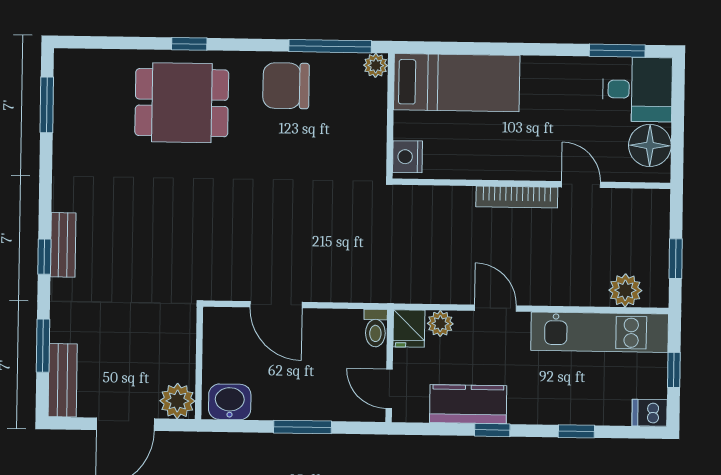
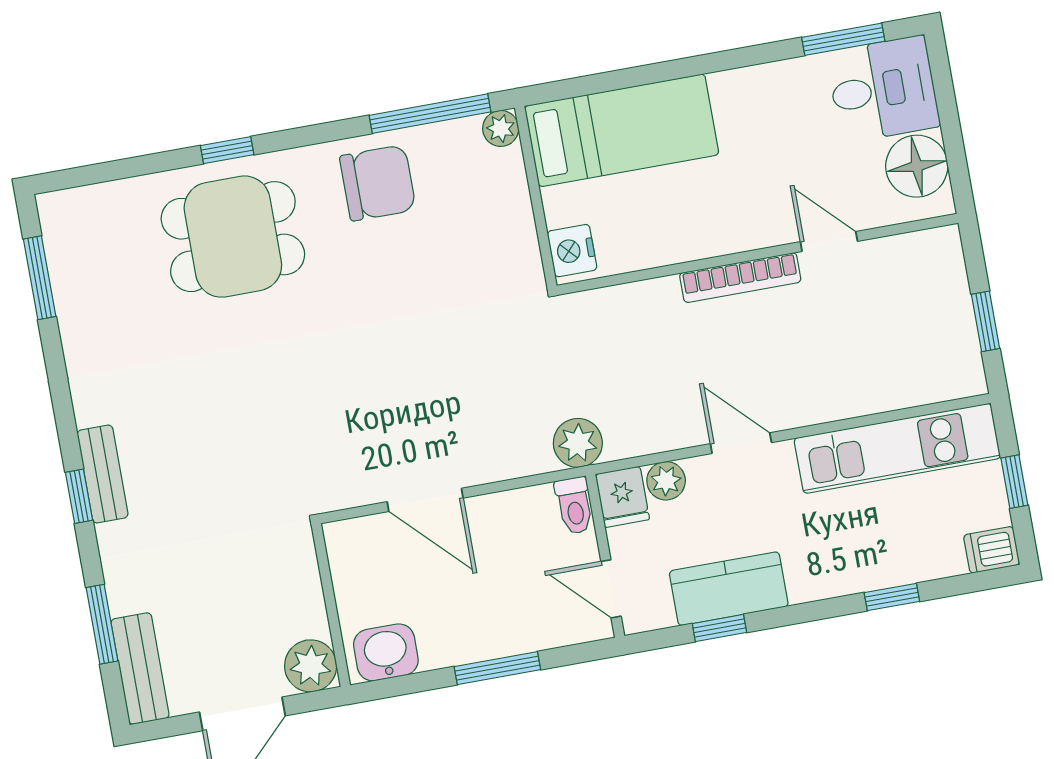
chair: (286, 86) -> (378, 183), turned 180
plant: (625, 290) -> (578, 443), moved
window: (492, 430) -> (719, 628), moved

